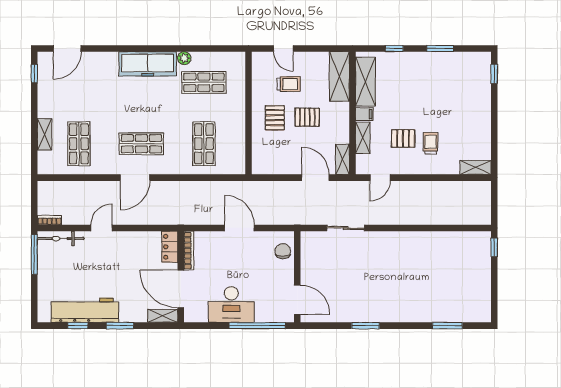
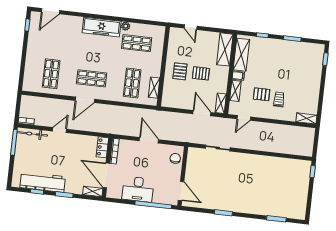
trolley: (289, 84) -> (191, 51), removed
shelving: (45, 134) -> (154, 88), moved

